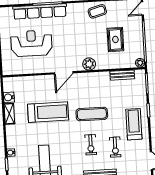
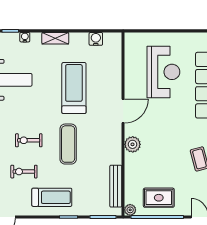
rug: (115, 39) -> (159, 198), moved
door: (64, 73) -> (123, 111), swing flipped
bench: (122, 75) -> (116, 186), width x1.36
treadmill: (48, 112) -> (74, 88), turned 180
shelving: (9, 114) -> (55, 38), moved

